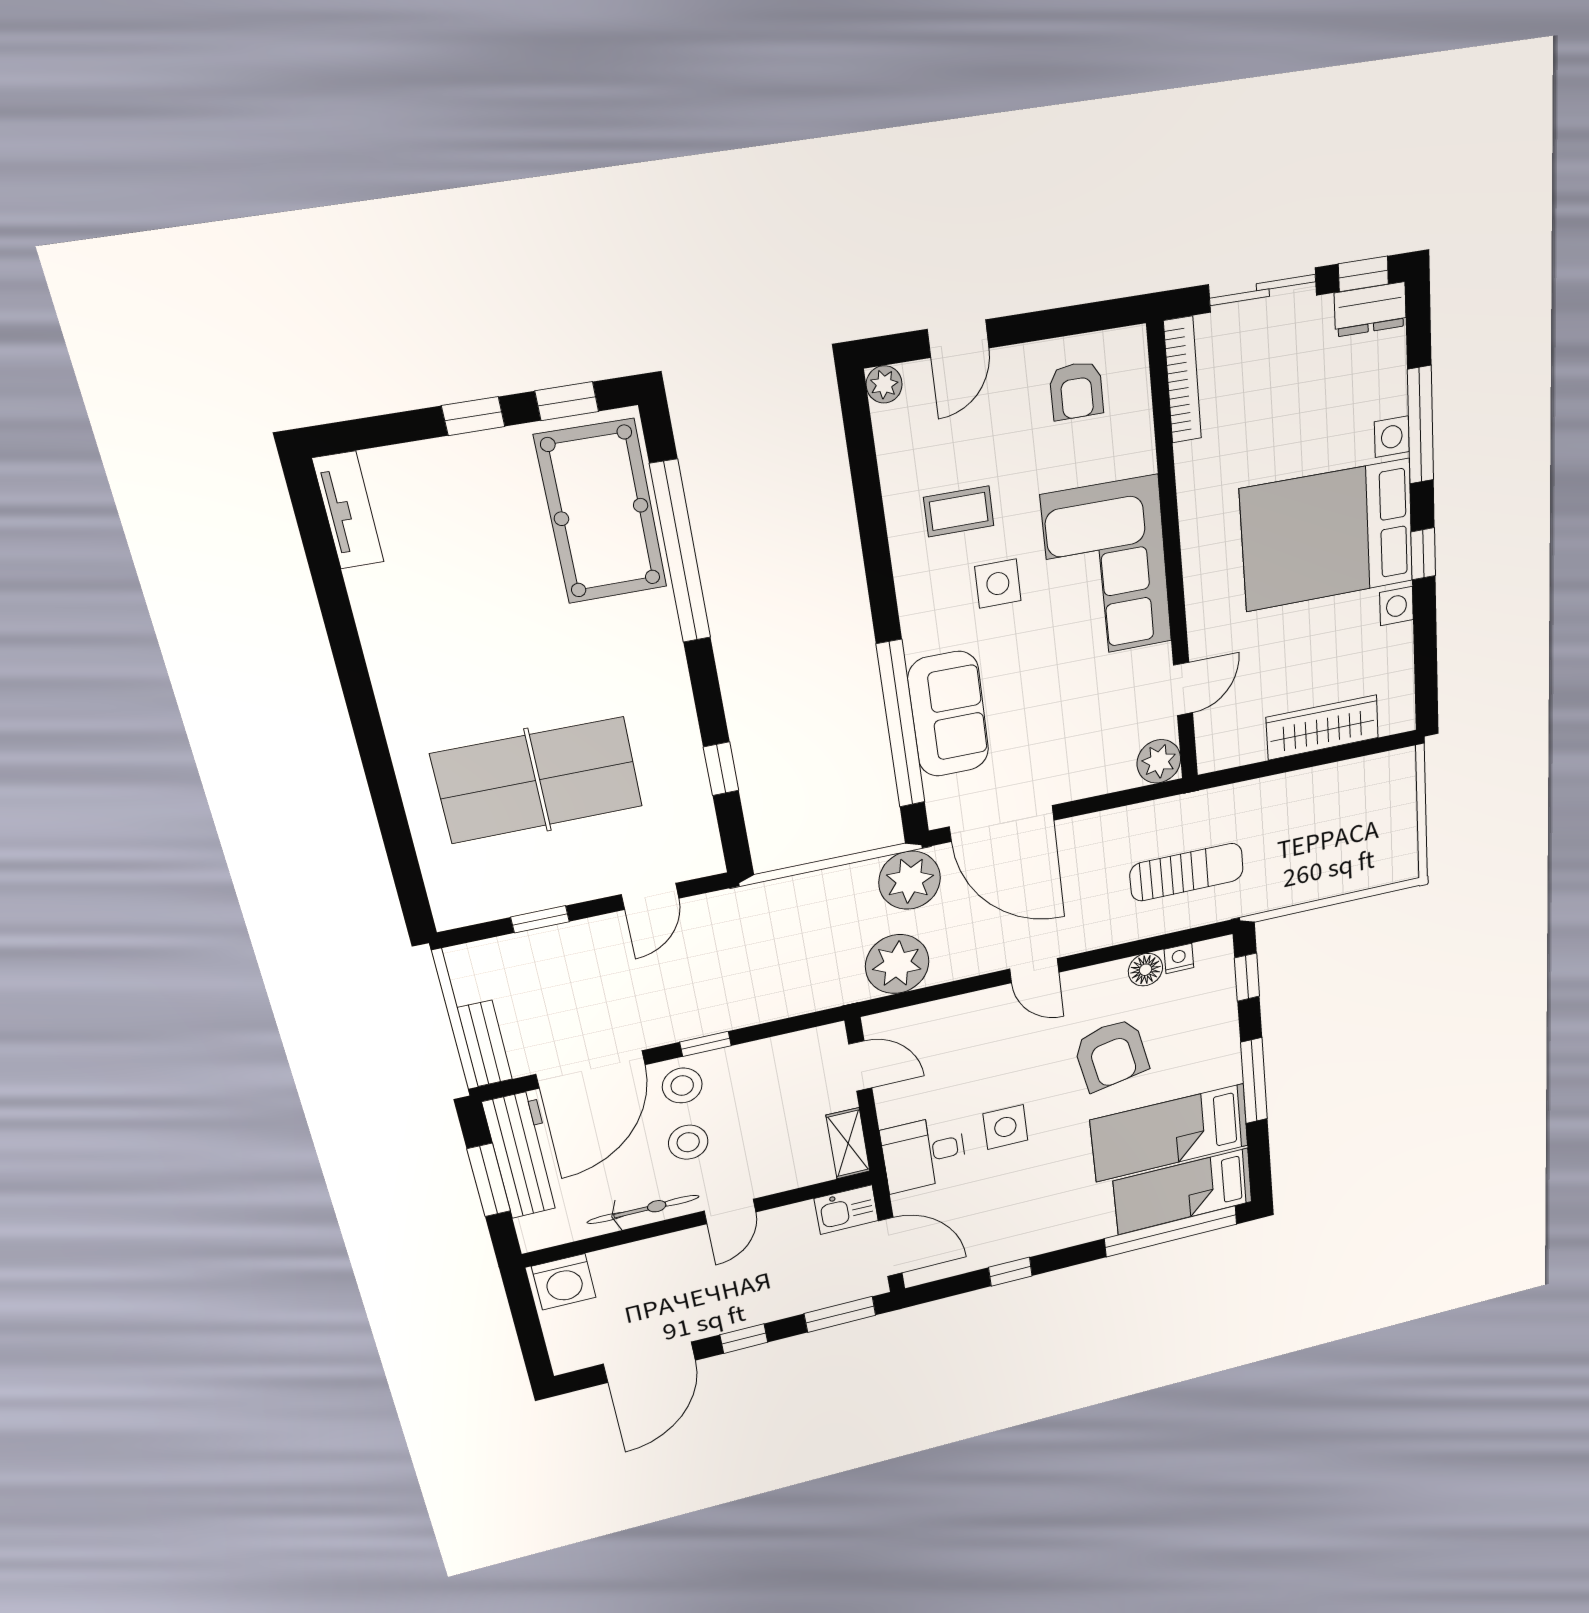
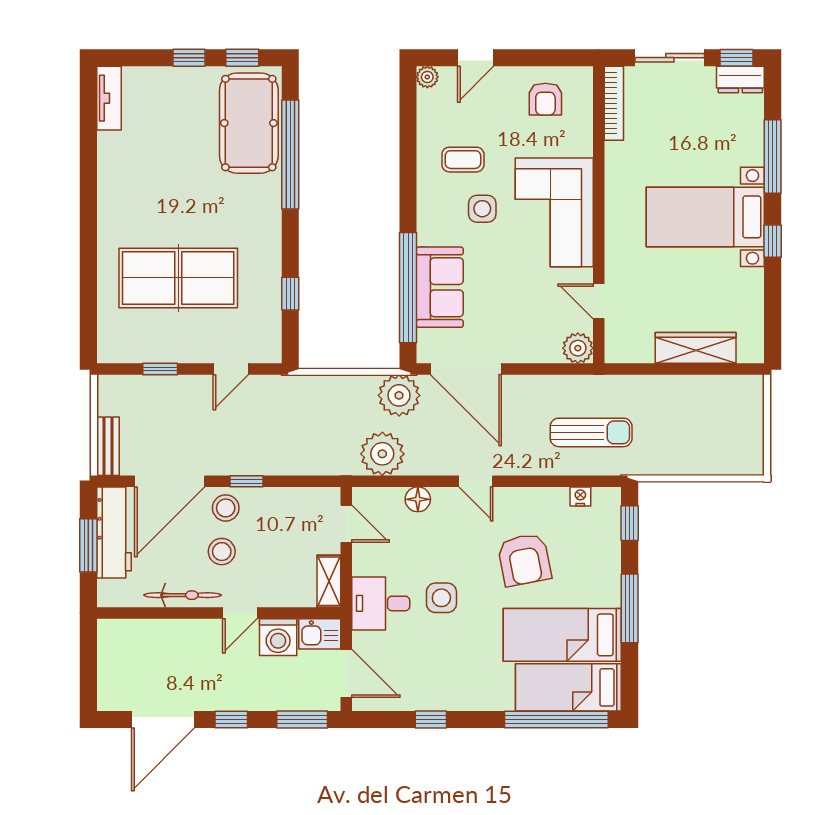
bed with nightstands: (1327, 535) -> (705, 217), width x0.73
door: (1183, 689) -> (599, 301), swing flipped
floor lamp: (1145, 970) -> (418, 499), moved
washing machine: (564, 1282) -> (278, 637), moved

